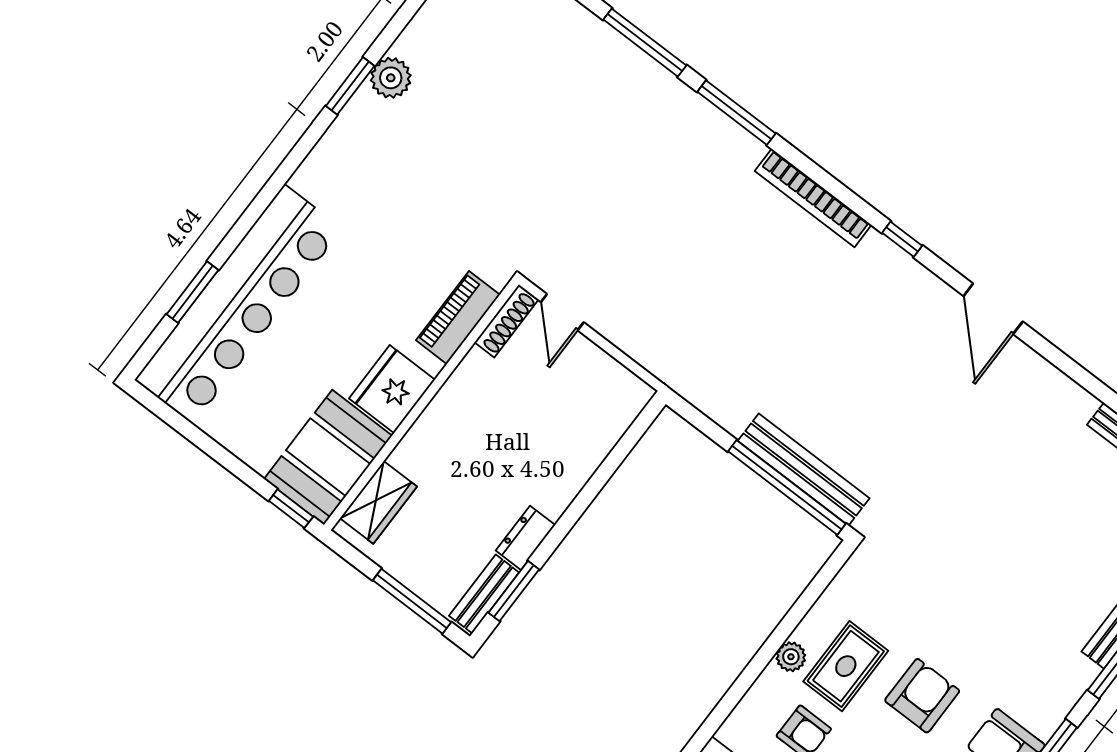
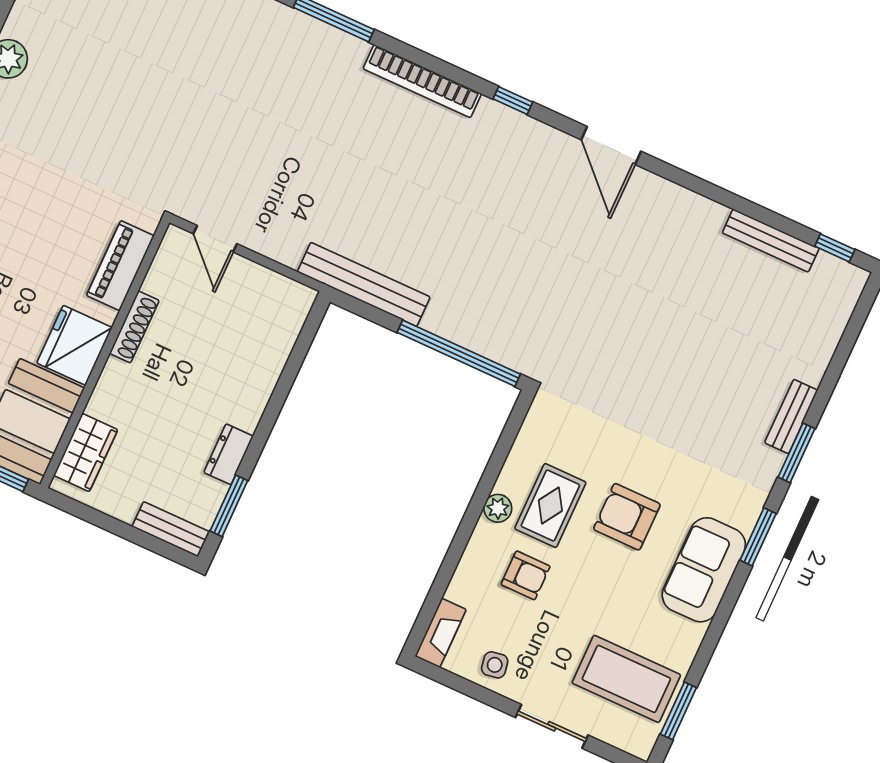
shoe rack: (506, 321) -> (134, 327), moved
bench: (804, 470) -> (364, 284), moved
bench: (484, 594) -> (171, 529), moved, turned 90
window: (412, 601) -> (137, 537), removed
armchair: (922, 696) -> (627, 517), turned -90

